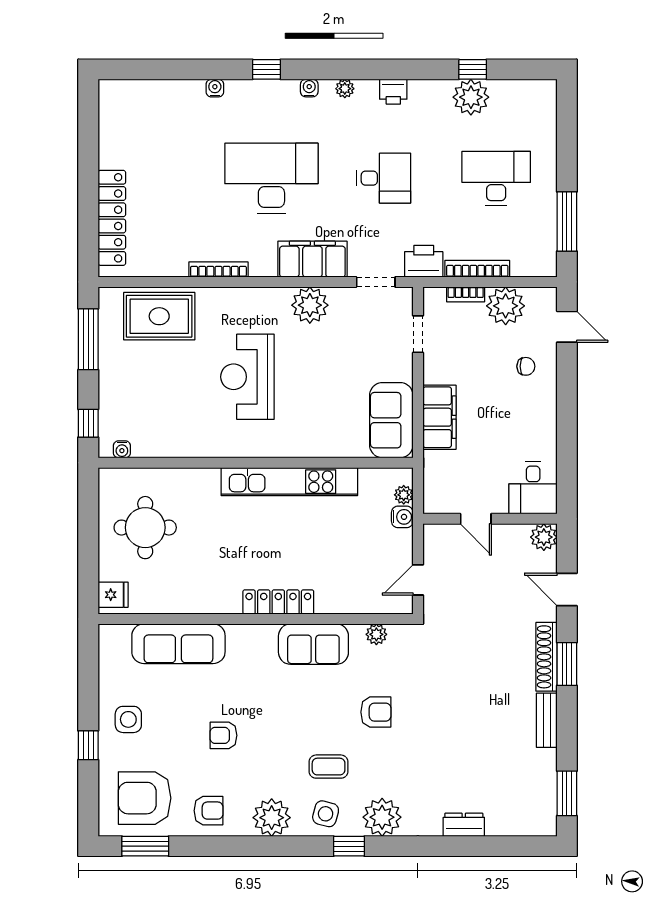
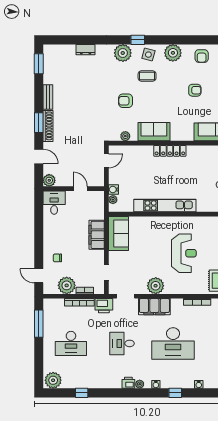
printer: (393, 92) -> (128, 383), moved
plant: (471, 97) -> (53, 380), moved
armchair: (209, 811) -> (202, 56), turned -90

